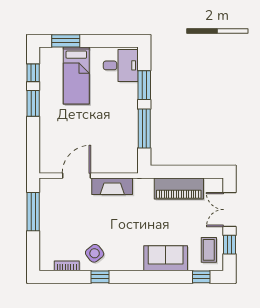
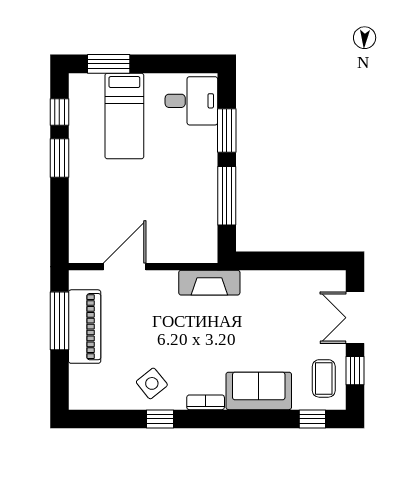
fireplace: (112, 186) -> (209, 283), moved
piano: (179, 189) -> (85, 327), moved, turned -90
bookcase: (67, 266) -> (206, 402), moved

